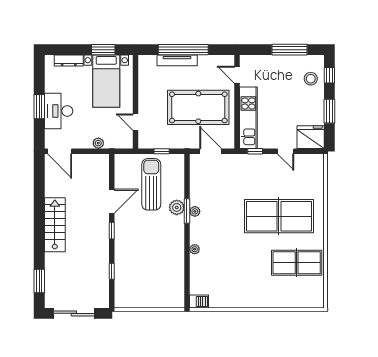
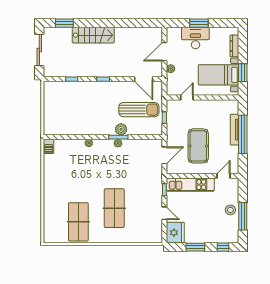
stool: (311, 79) -> (230, 210), moved
pool table: (198, 107) -> (198, 146), width x0.73, depth x0.76
door: (60, 151) -> (164, 52), moved
door: (286, 151) -> (164, 213), swing flipped
door: (112, 201) -> (144, 79), moved
table tennis table: (279, 216) -> (114, 208), width x0.73, depth x0.76
stairs: (55, 225) -> (93, 35), moved

